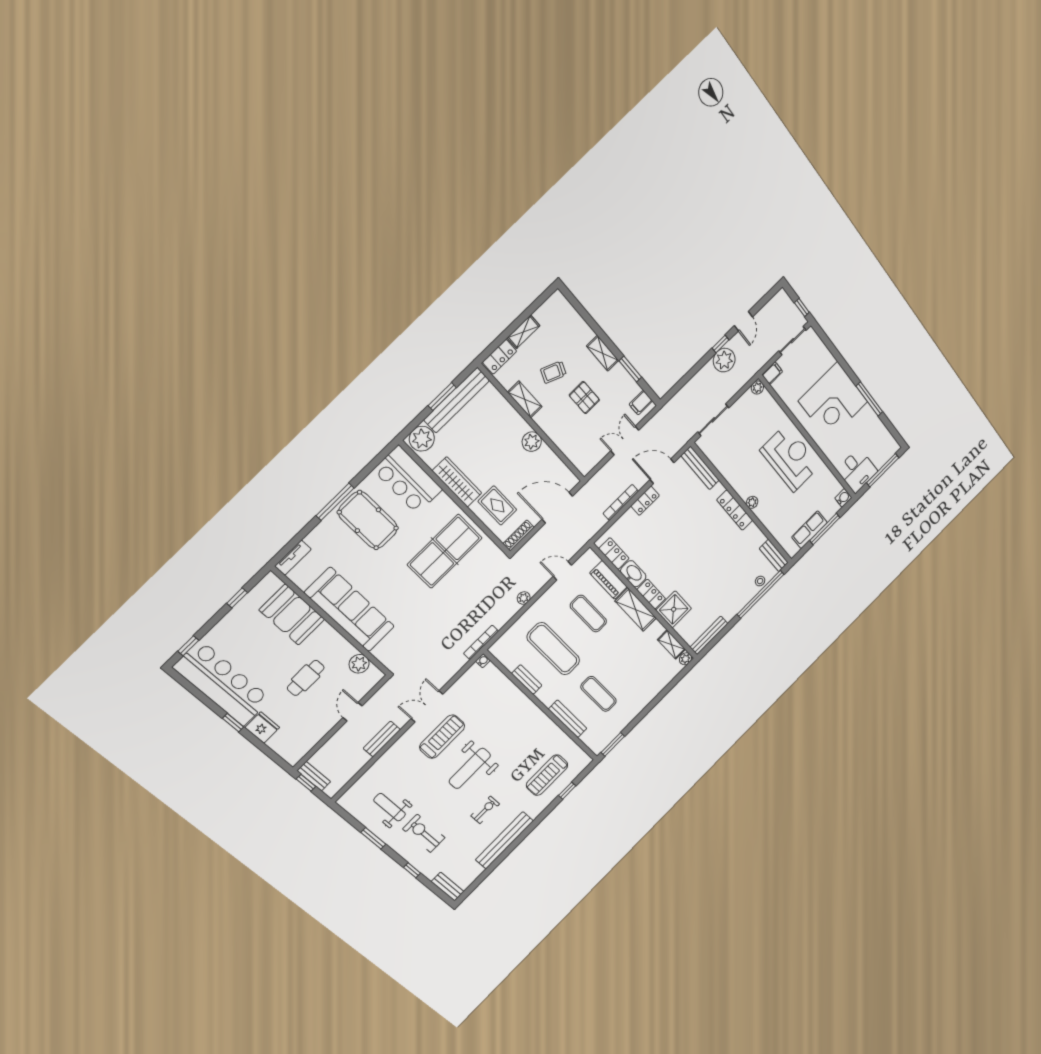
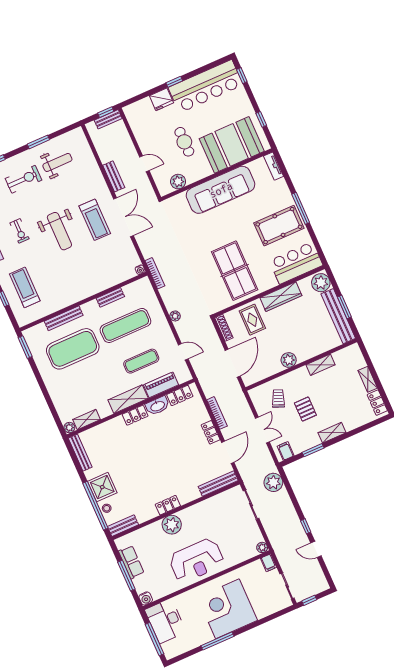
locker: (500, 357) -> (377, 403), moved
plant: (724, 360) -> (273, 482), moved
trolley: (553, 372) -> (278, 399), moved
pallet: (584, 398) -> (305, 409), turned 90
desk: (857, 471) -> (165, 621), width x1.37
plant: (752, 502) -> (172, 525), width x1.88, depth x1.88
rug: (497, 505) -> (252, 320), turned 90
locker: (735, 510) -> (168, 505), width x0.66
door: (562, 571) -> (183, 352), hinge flipped
shower: (674, 609) -> (102, 487), moved
booth: (292, 615) -> (232, 145), width x1.36, depth x1.42
exercise mat: (599, 694) -> (73, 349), width x2.00, depth x1.45
double door: (427, 706) -> (124, 217), width x1.37
weight bench: (470, 768) -> (59, 231), turned 180

